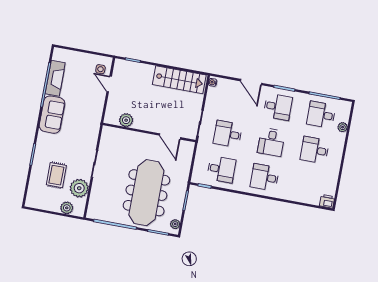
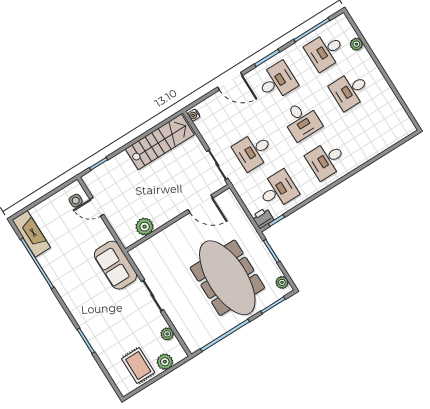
fireplace: (55, 78) -> (31, 234), moved
sofa: (52, 115) -> (115, 265), moved, turned 180
rug: (56, 175) -> (138, 366), moved
plant: (79, 188) -> (167, 334), width x0.53, depth x0.53
printer: (327, 201) -> (263, 218), moved

